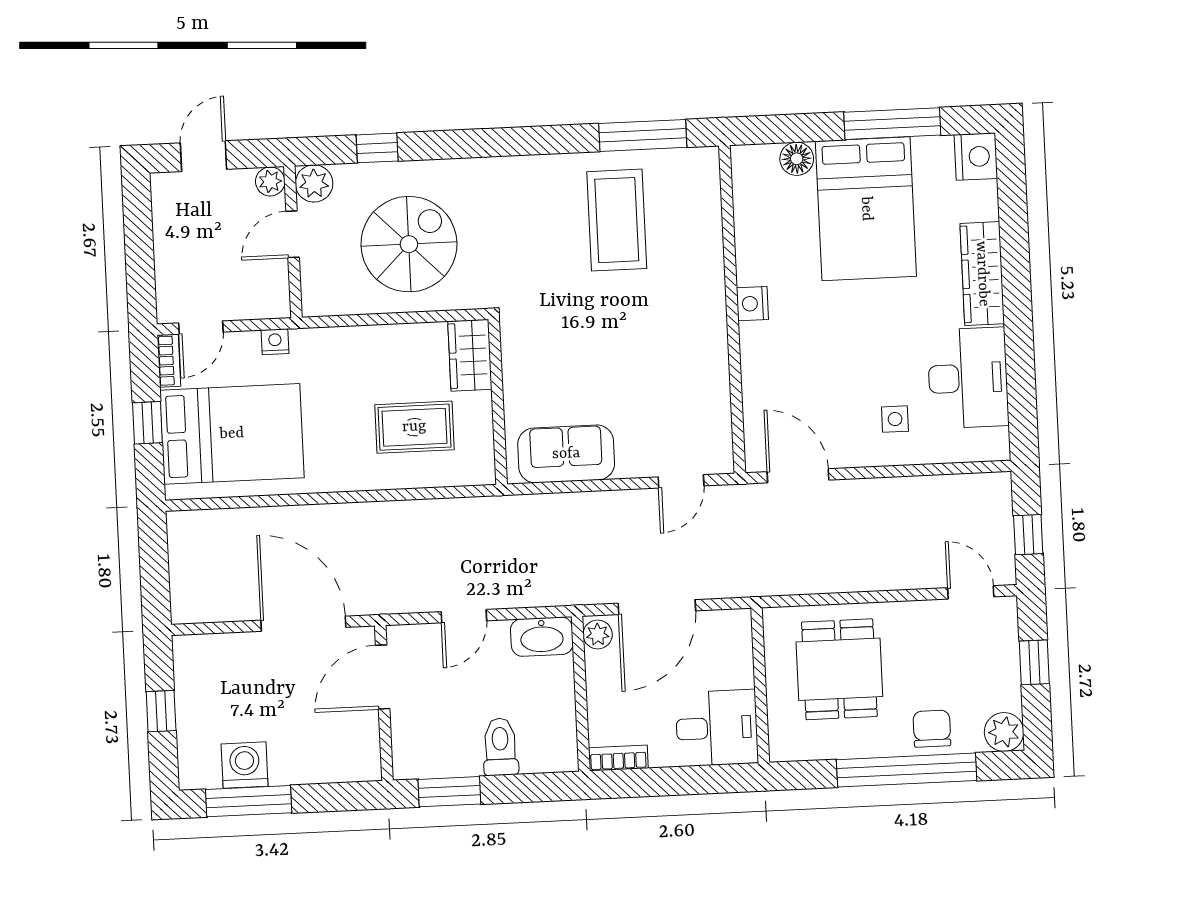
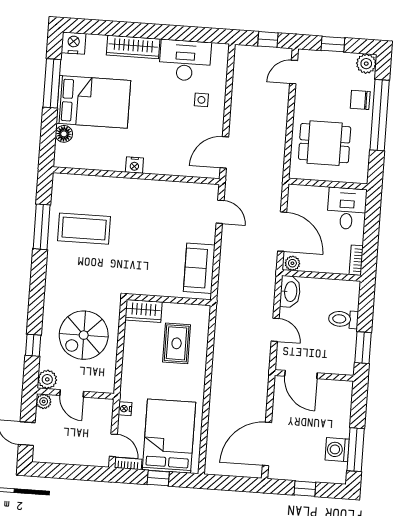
window: (643, 135) -> (42, 227), moved
spiral stairs: (409, 244) -> (84, 335), turned -90
door: (303, 624) -> (267, 444), moved

